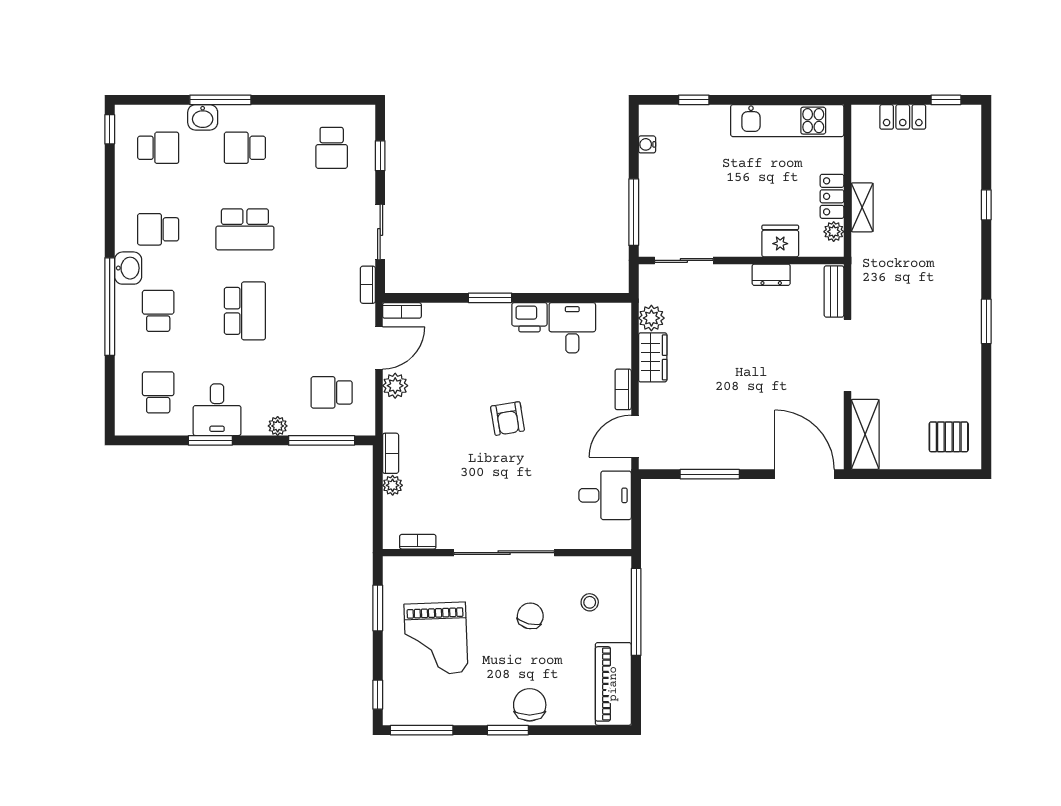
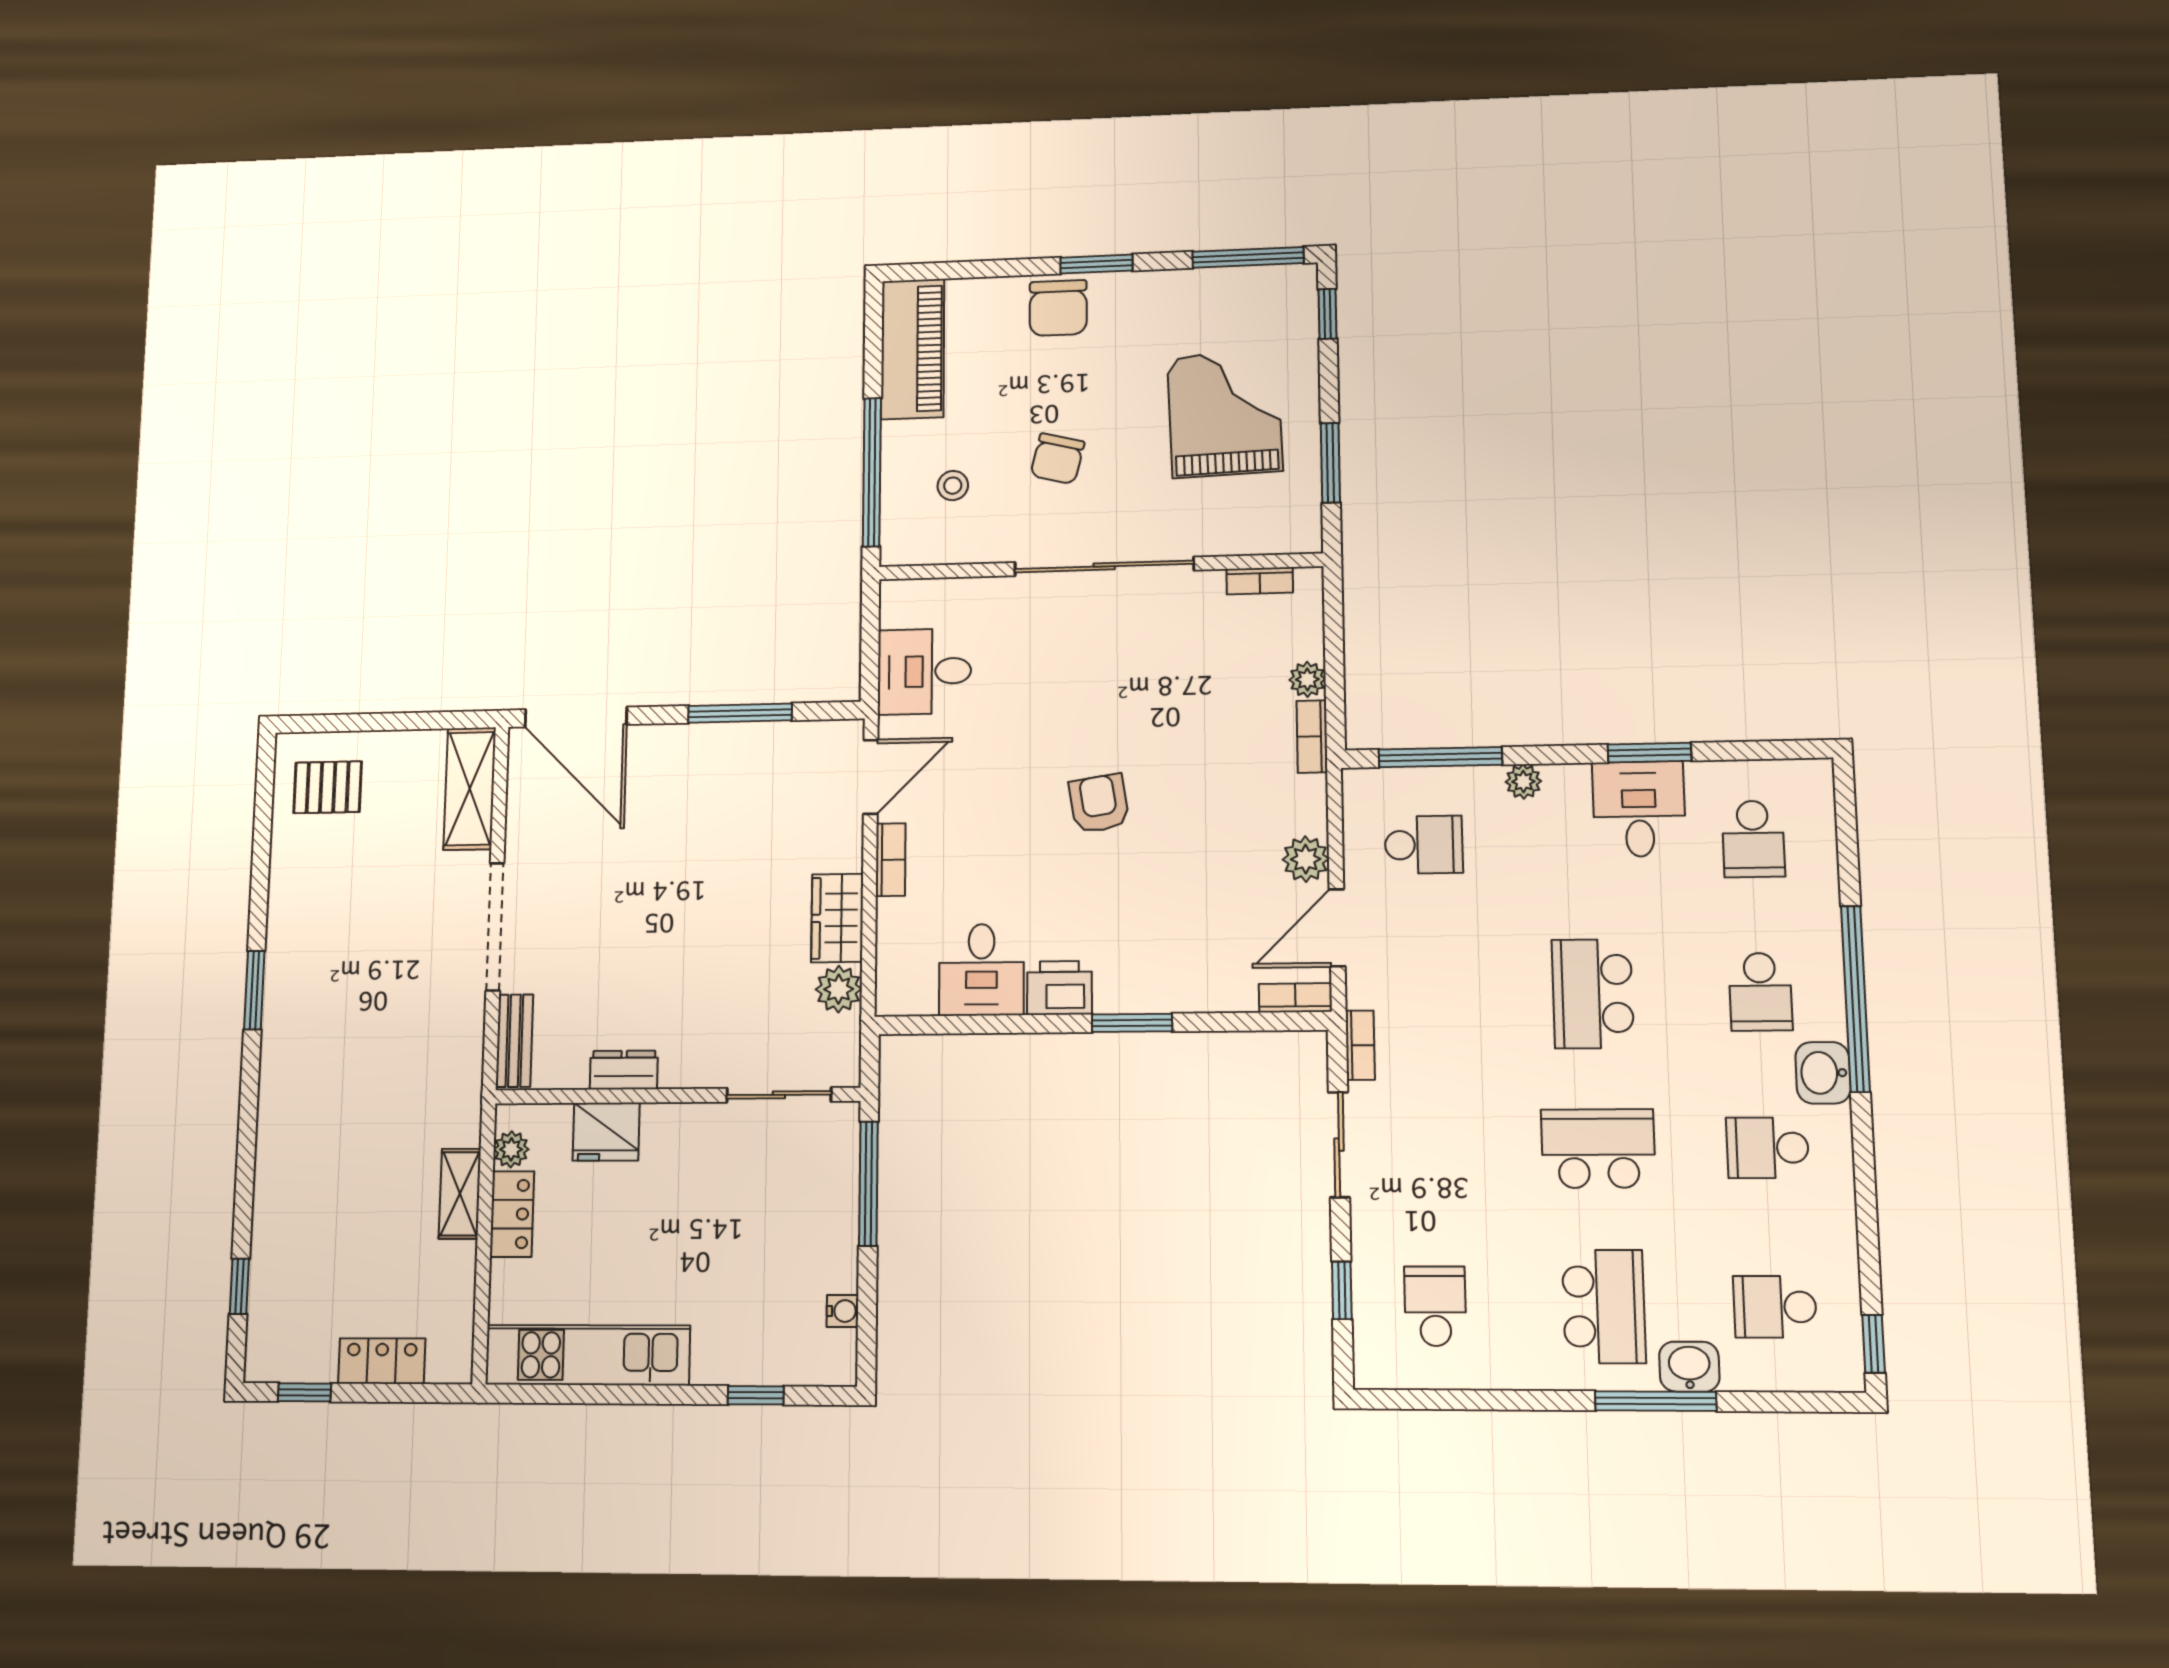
school desk: (245, 148) -> (1604, 1306), width x1.85
window: (986, 205) -> (239, 1286), moved
school desk: (158, 229) -> (1768, 1148), turned 180

